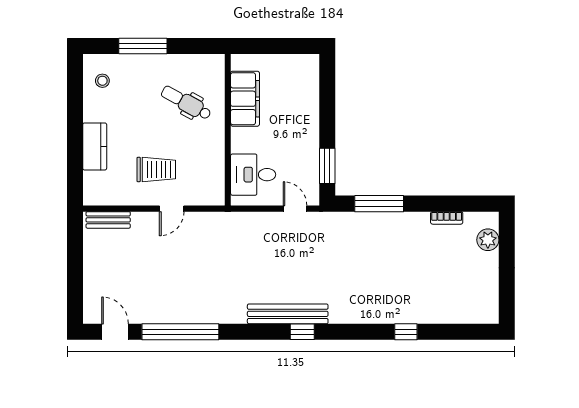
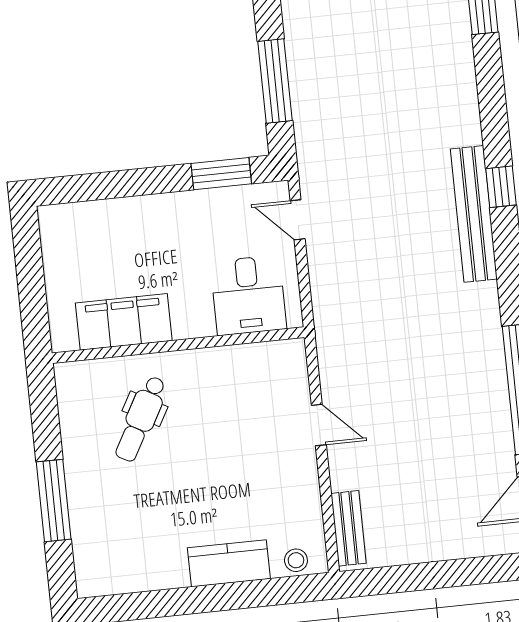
stool: (102, 81) -> (296, 560), moved
trolley: (156, 169) -> (257, 457), removed
door: (295, 209) -> (298, 220), hinge flipped

